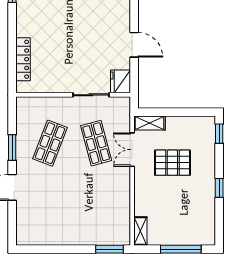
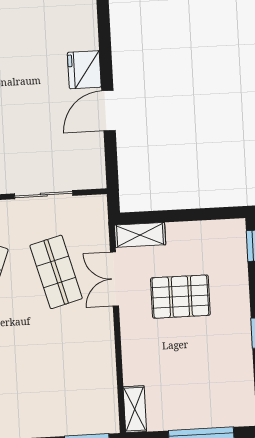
door: (134, 45) -> (108, 111), swing flipped
fridge: (120, 81) -> (84, 70), moved

